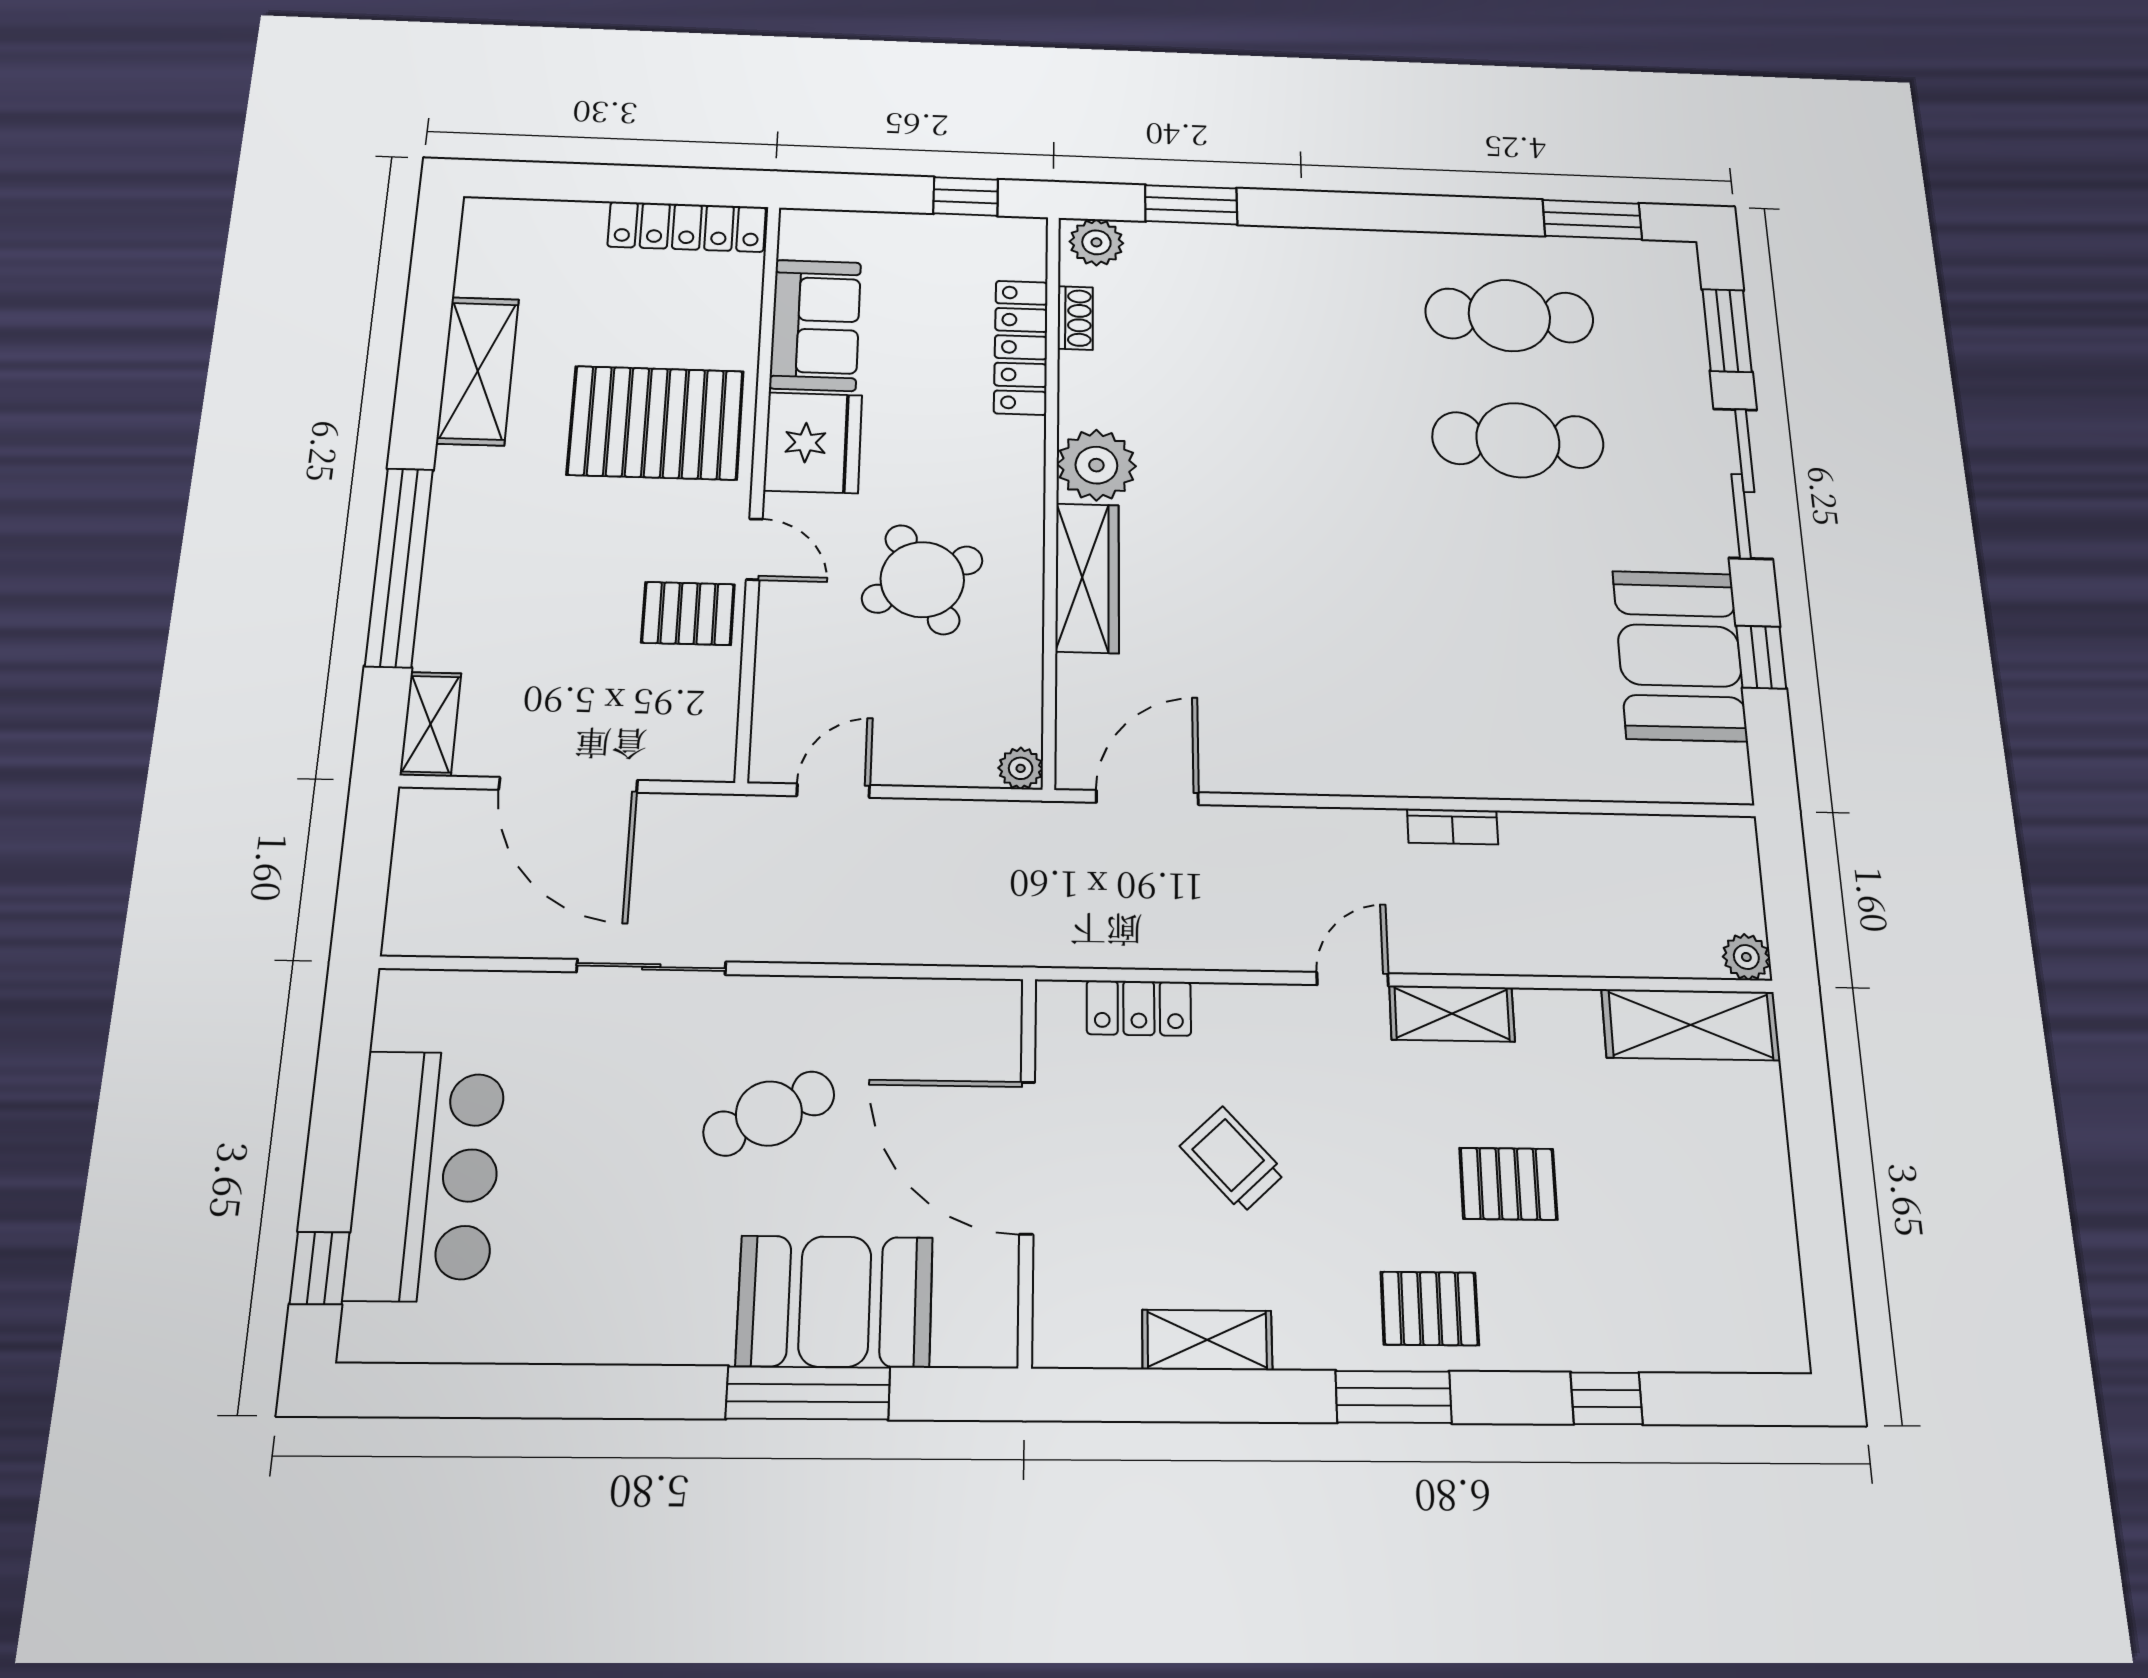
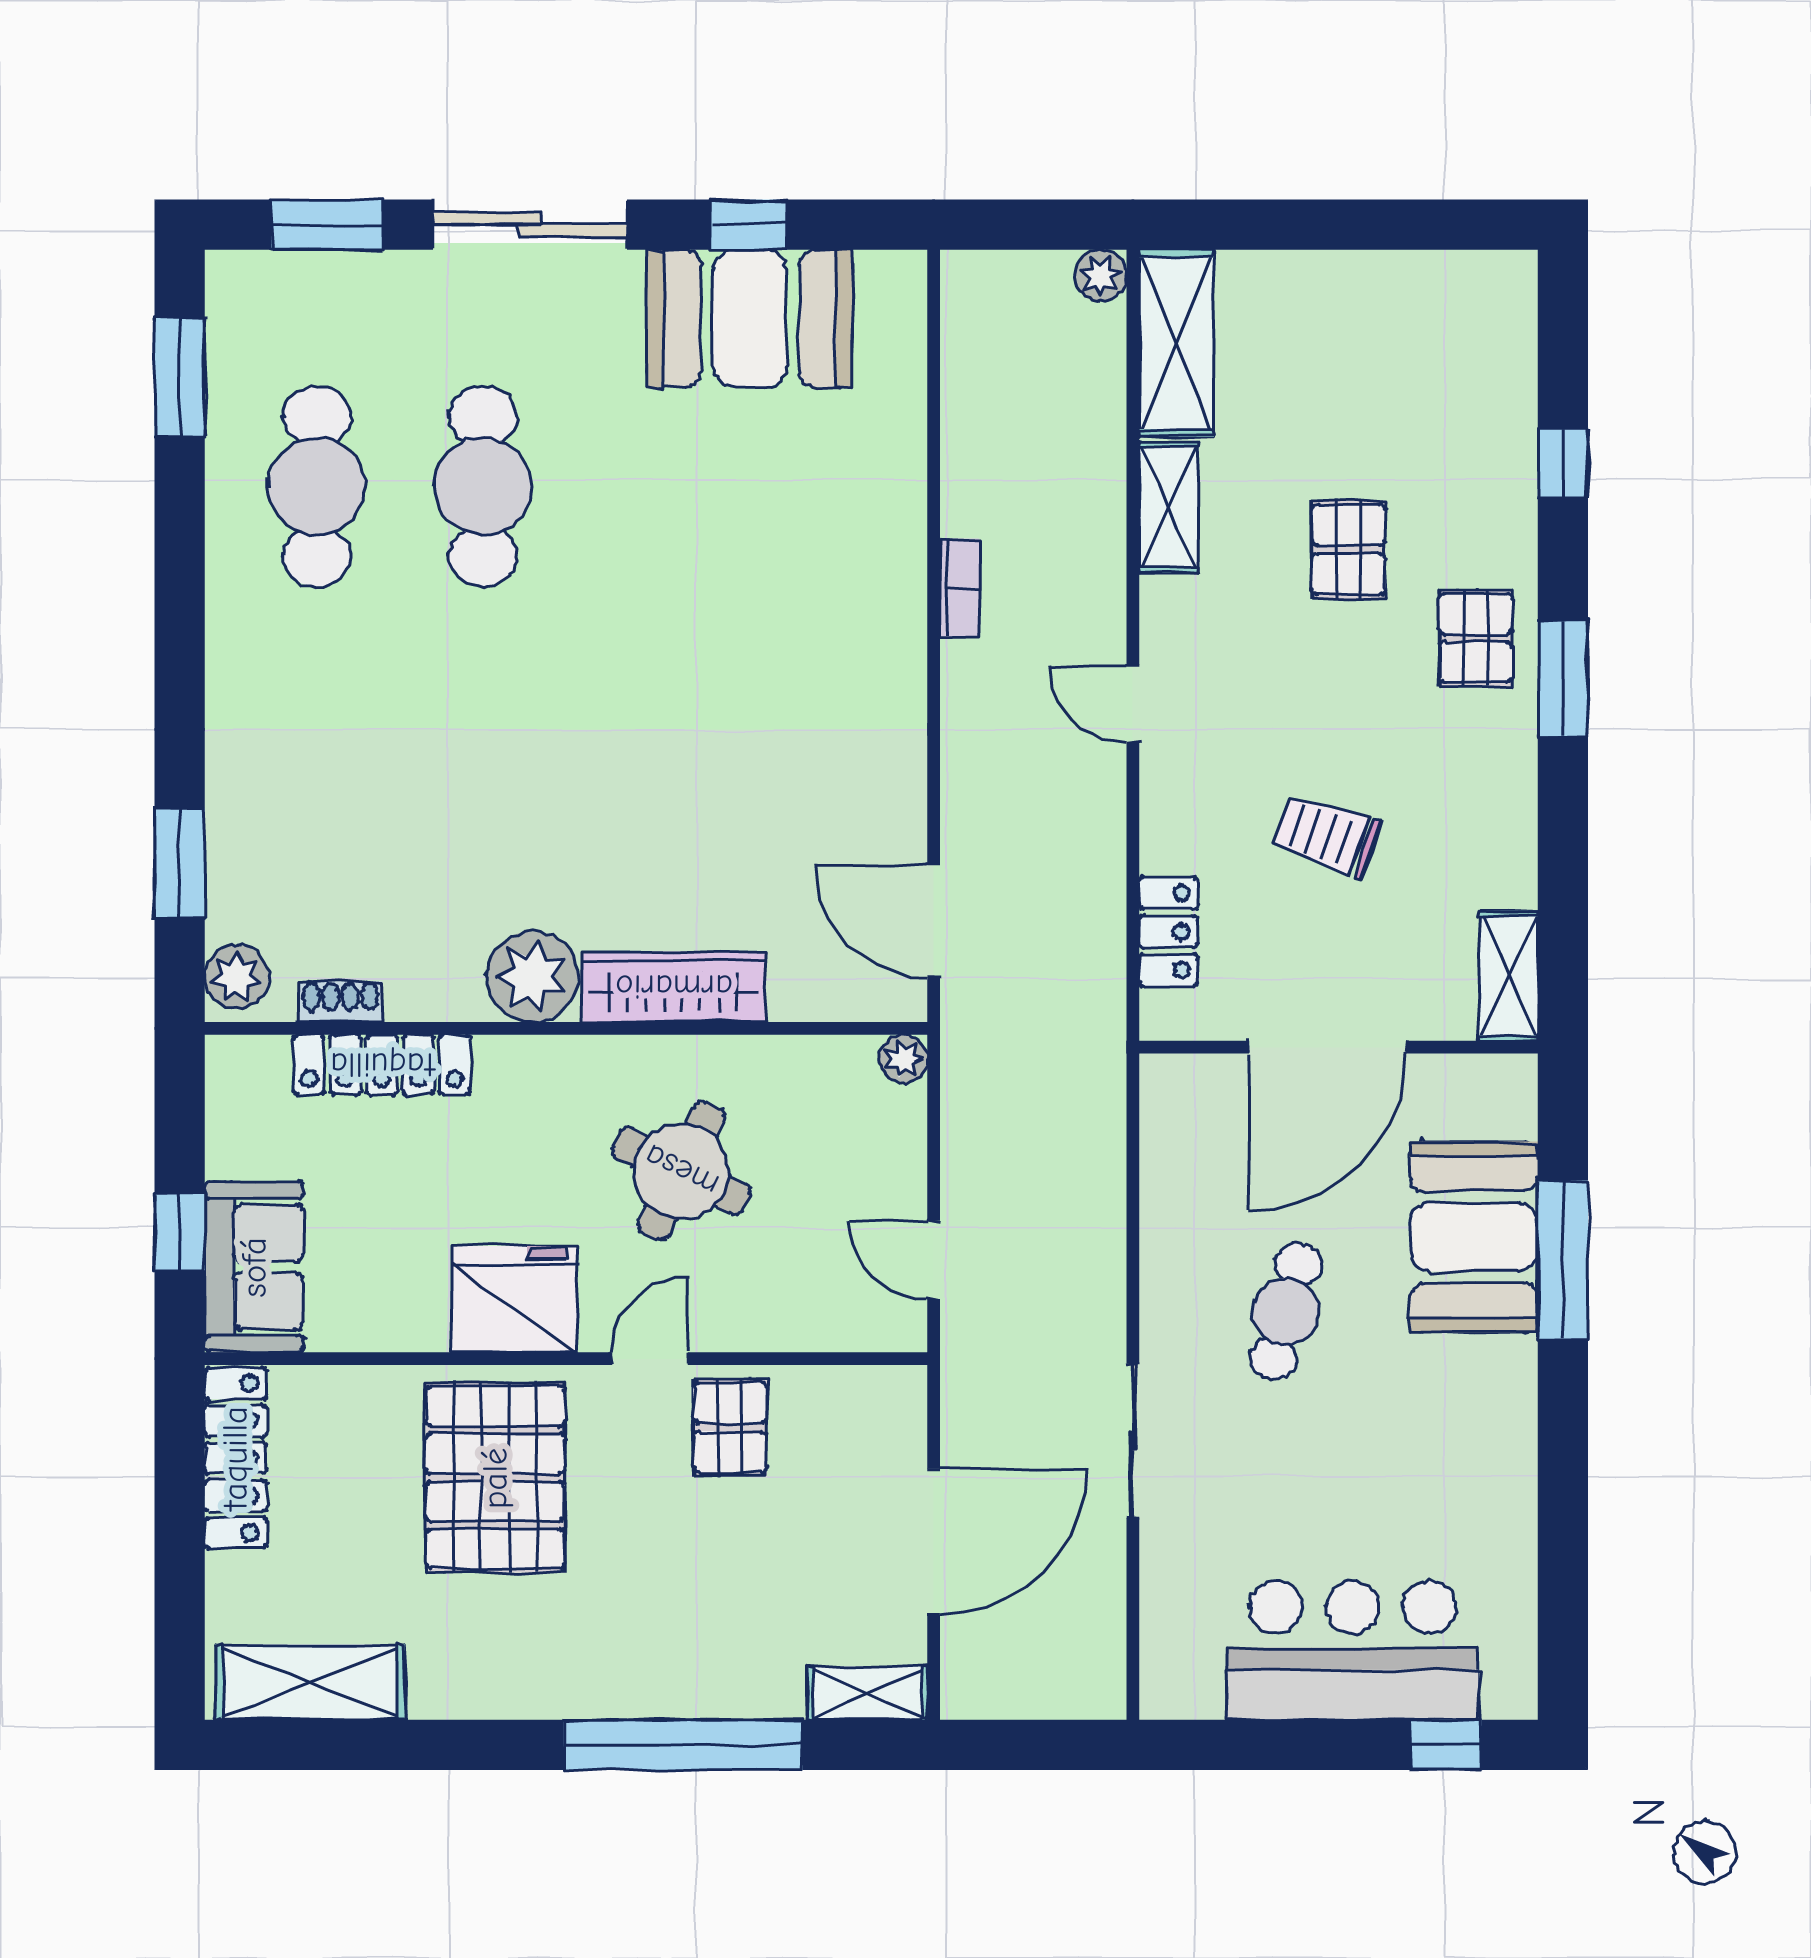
window: (966, 196) -> (180, 1232), moved
sofa: (815, 325) -> (254, 1267), moved, turned 90
shelving: (478, 371) -> (310, 1682), moved
round table: (922, 580) -> (681, 1171), turned -37
shelving: (1452, 1014) -> (1169, 507), moved
cafe table: (769, 1113) -> (1286, 1312), turned 41
trolley: (1233, 1160) -> (1327, 836), turned 62
shelving: (1207, 1340) -> (1509, 976), moved

